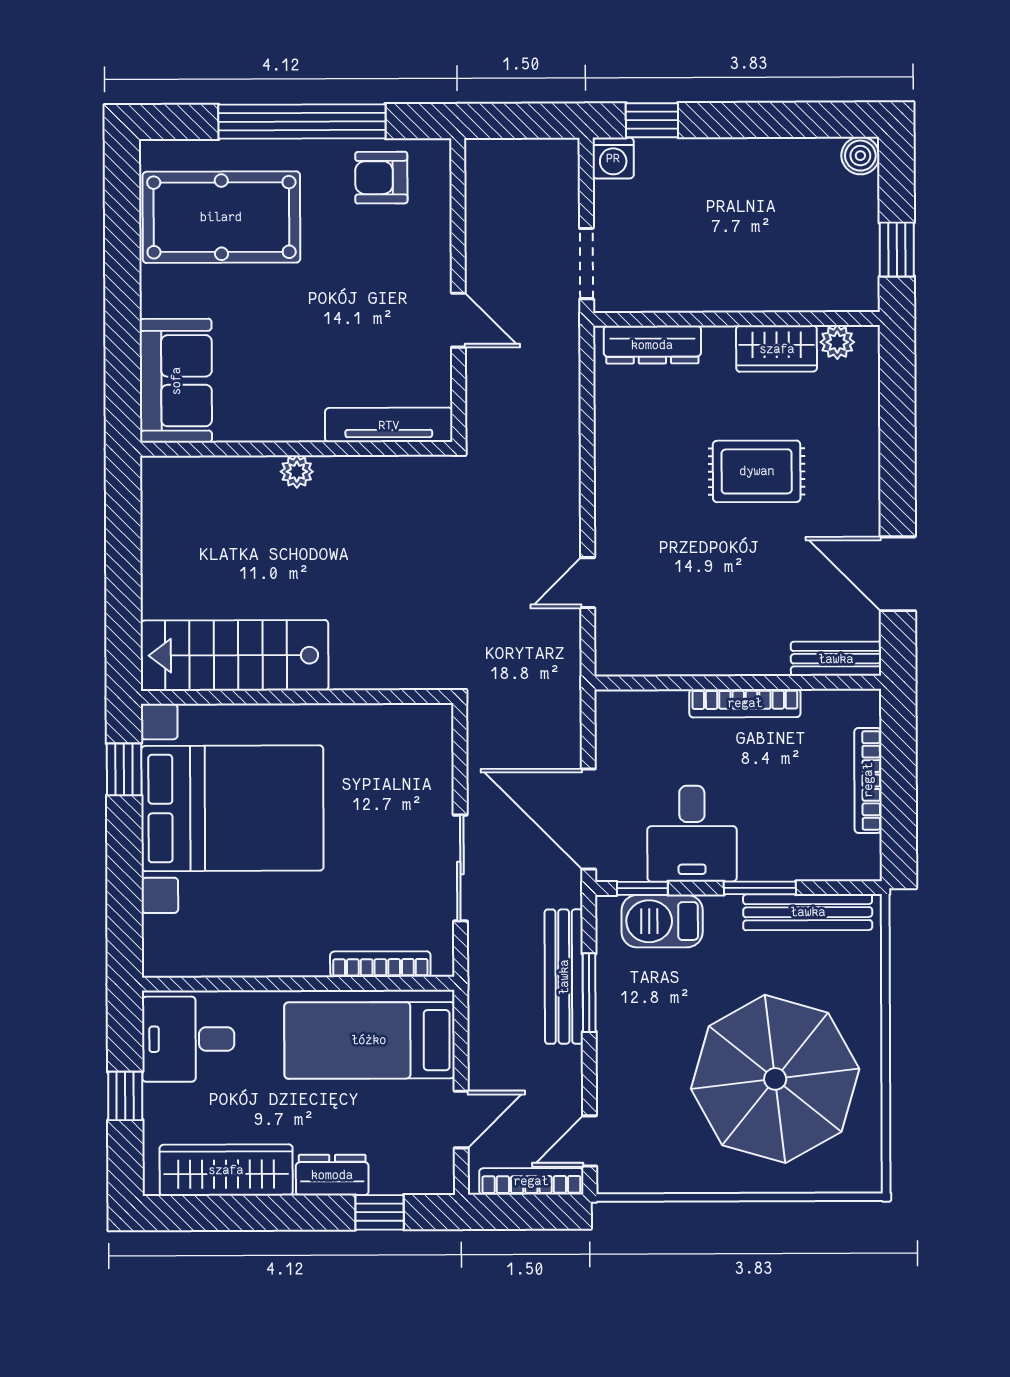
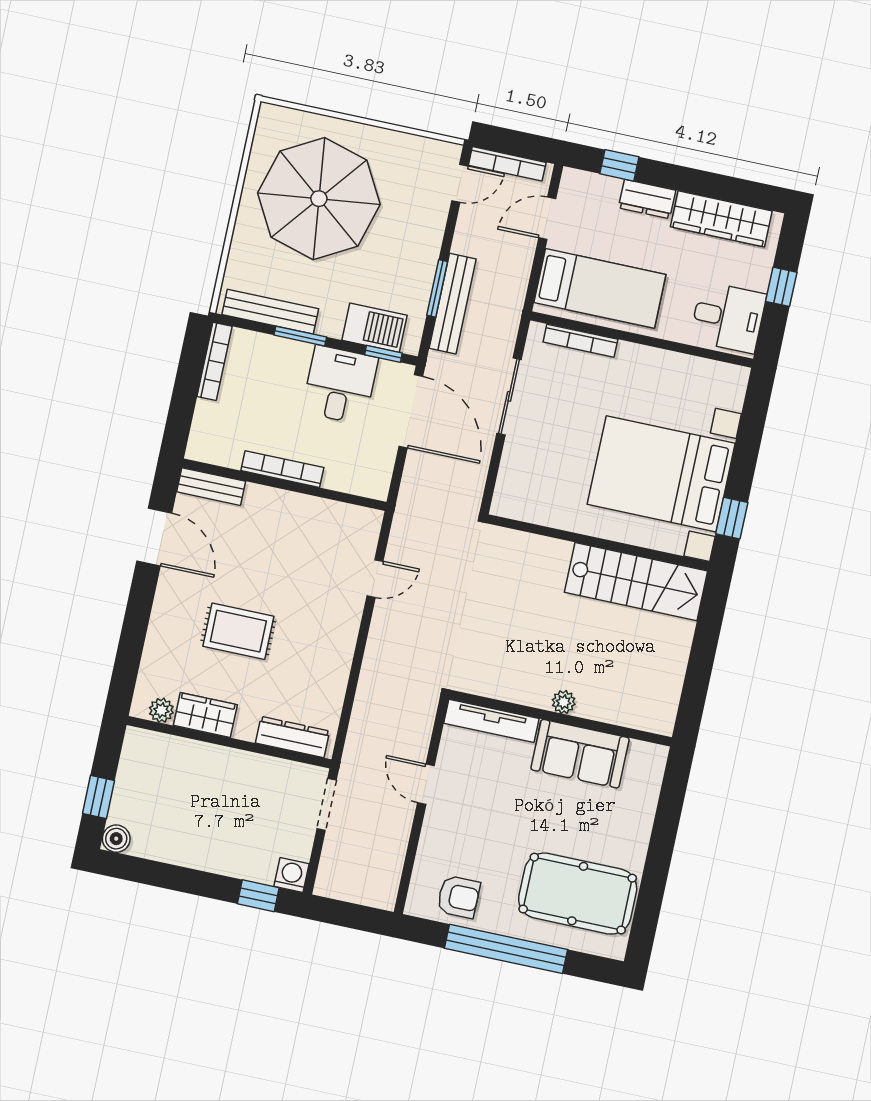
window: (897, 250) -> (98, 797), moved
sofa: (176, 381) -> (580, 754), moved, turned -90
bookcase: (868, 780) -> (214, 361), moved

